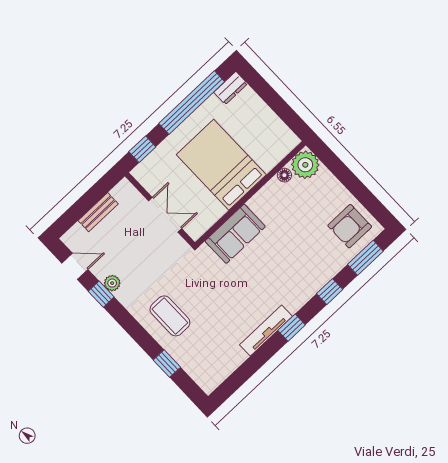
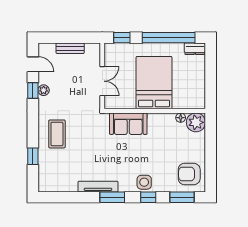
side table: (310, 280) -> (144, 182), added
window: (292, 328) -> (112, 197), width x1.50

